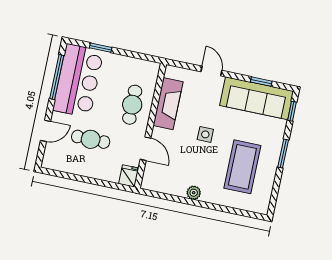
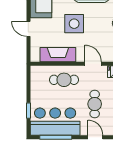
door: (211, 71) -> (28, 29), hinge flipped
side table: (205, 134) -> (74, 24), width x1.87, depth x1.87
door: (146, 149) -> (93, 64), hinge flipped

